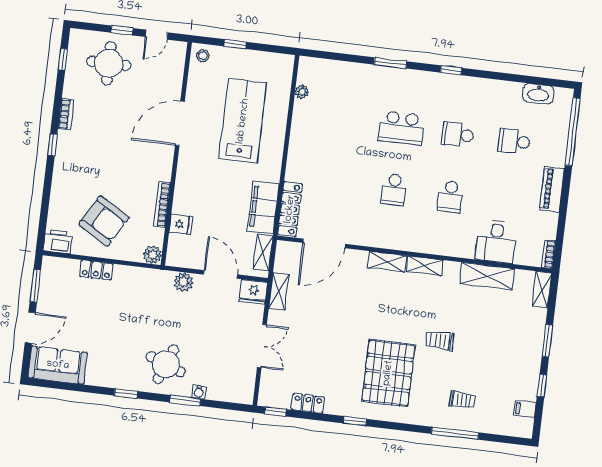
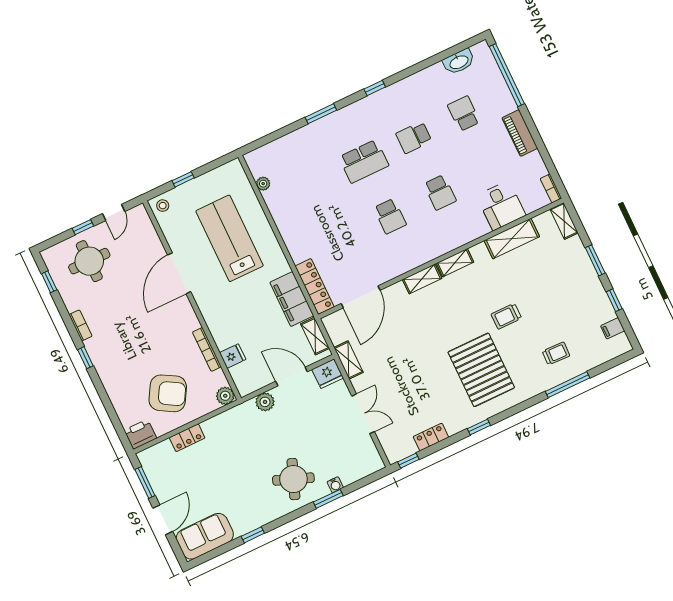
school desk: (514, 141) -> (464, 114), turned 90
window: (126, 393) -> (253, 535), moved

